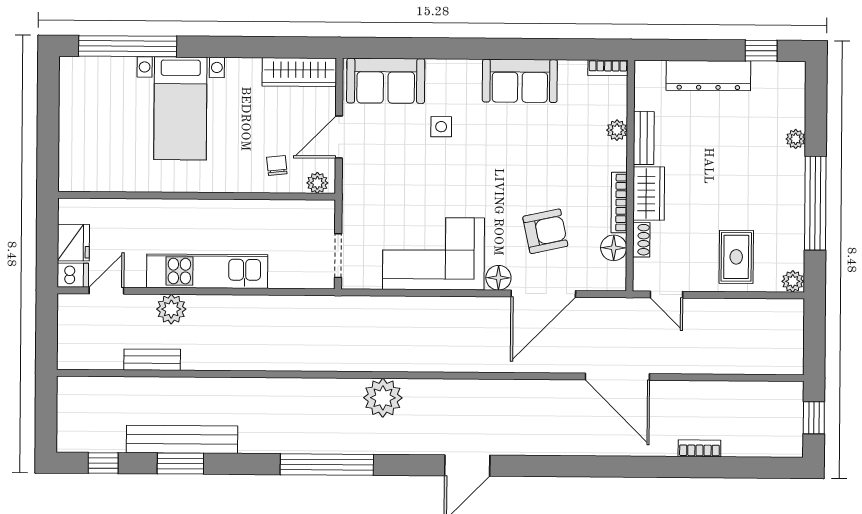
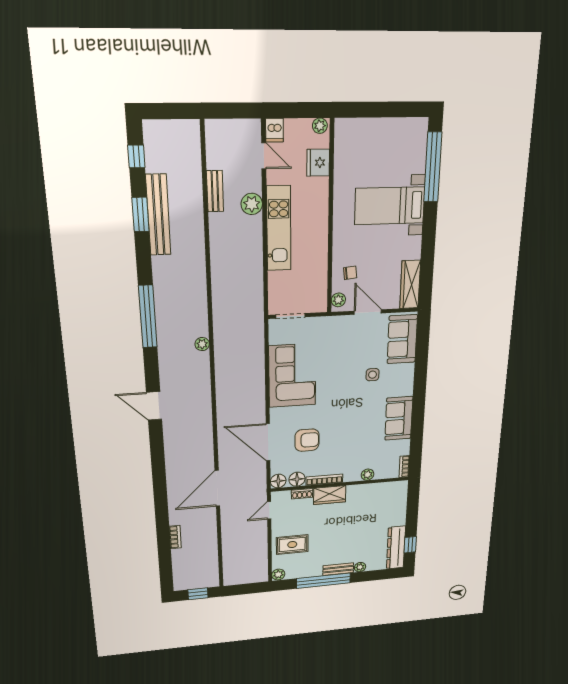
dresser: (708, 76) -> (396, 548), moved
bench: (644, 138) -> (338, 569), moved
plant: (68, 212) -> (320, 126), added
armchair: (545, 231) -> (307, 440), turned -78
fridge: (73, 243) -> (318, 163), moved, turned 90
floor lamp: (498, 278) -> (278, 481), moved
plant: (383, 398) -> (202, 344), width x0.53, depth x0.53

